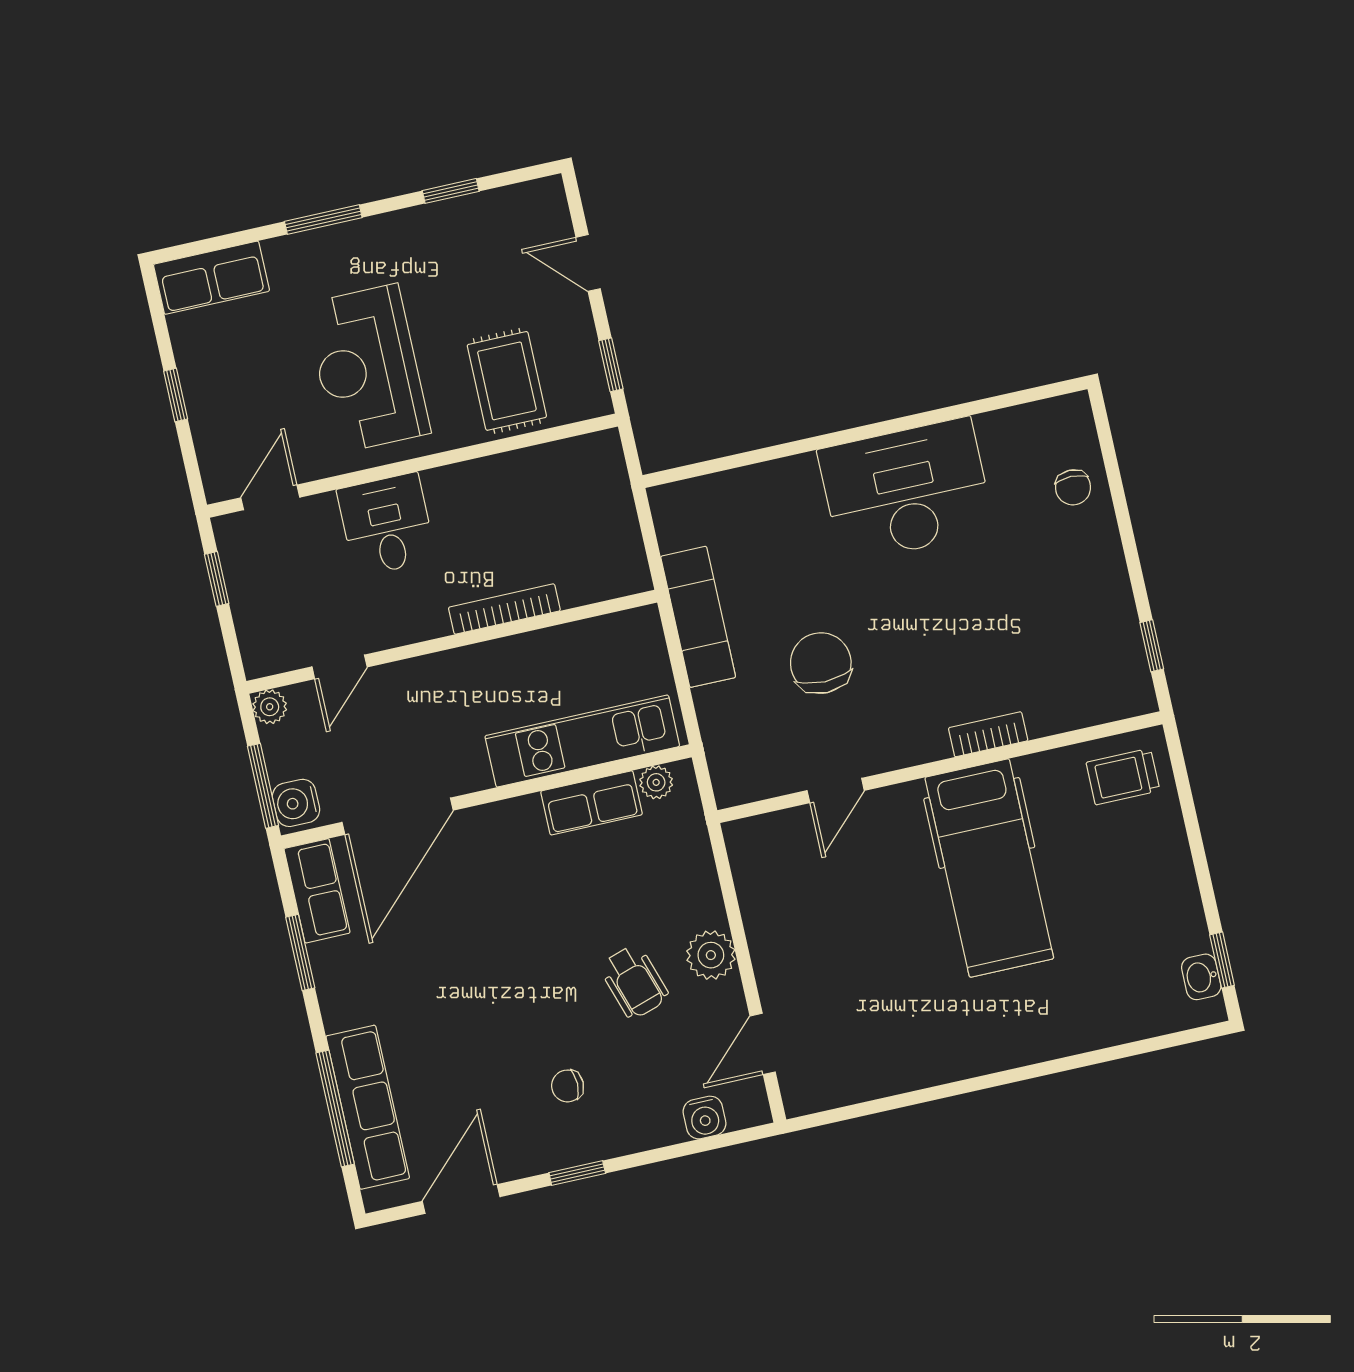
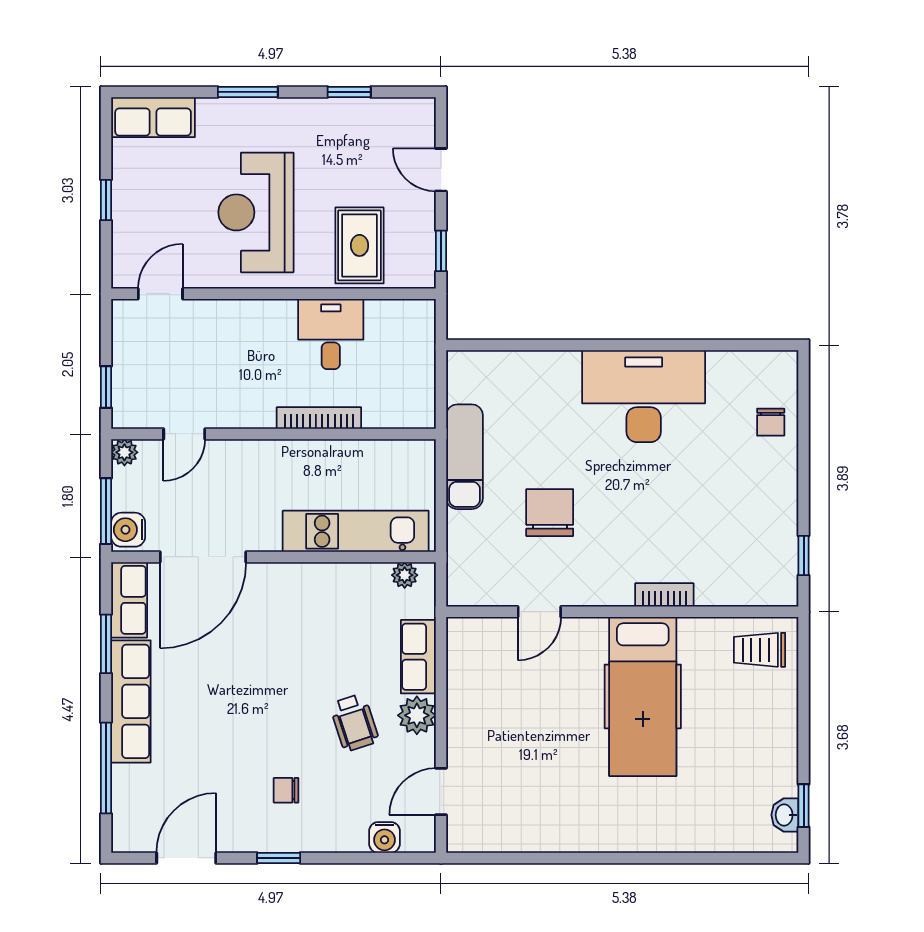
desk: (387, 525) -> (331, 334), moved
window: (217, 579) -> (106, 387), moved
row of seats: (592, 803) -> (418, 657), moved, turned 90
row of seats: (368, 1107) -> (131, 701), moved

